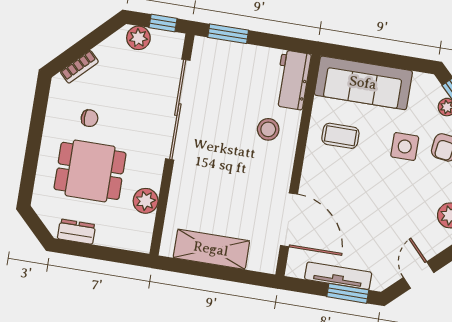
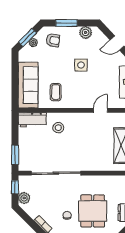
side table: (405, 146) -> (81, 65), moved
plant: (146, 201) -> (103, 182), removed
door: (289, 220) -> (101, 110), width x0.53

